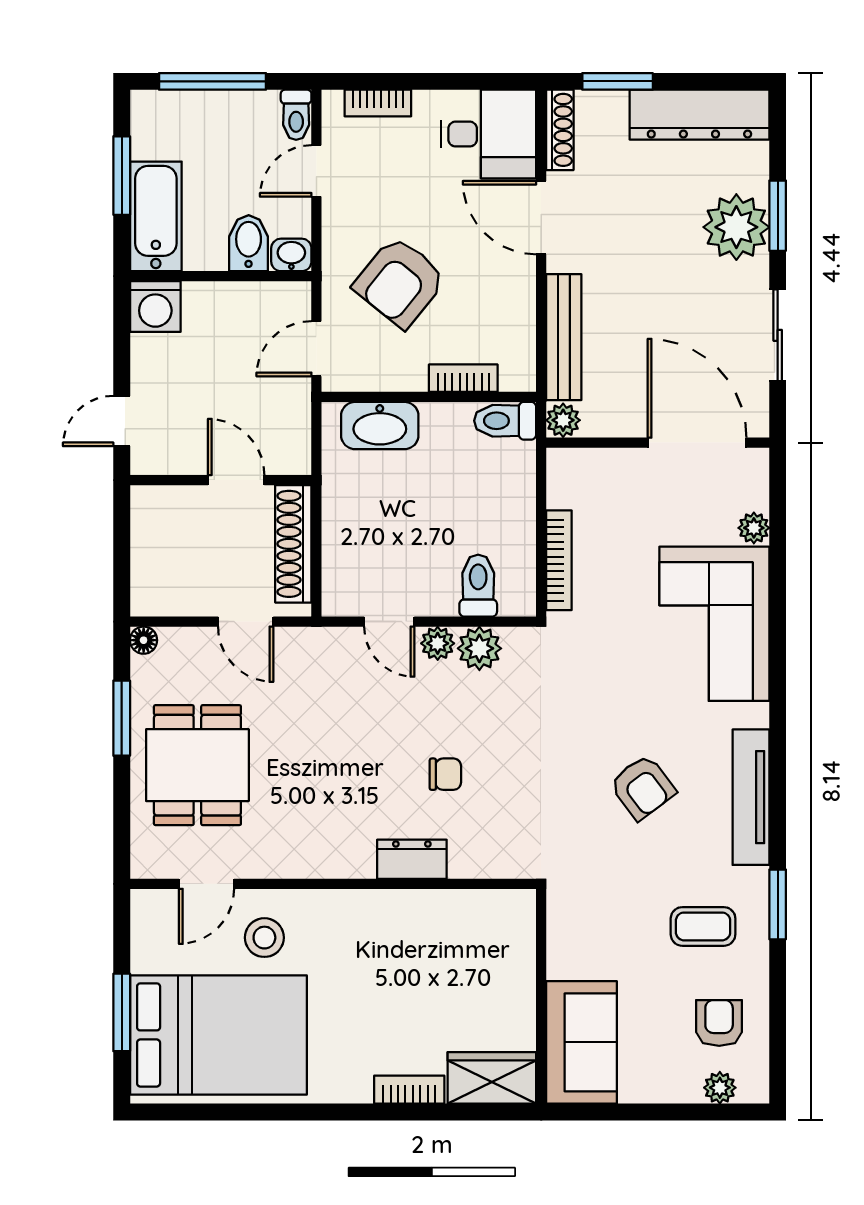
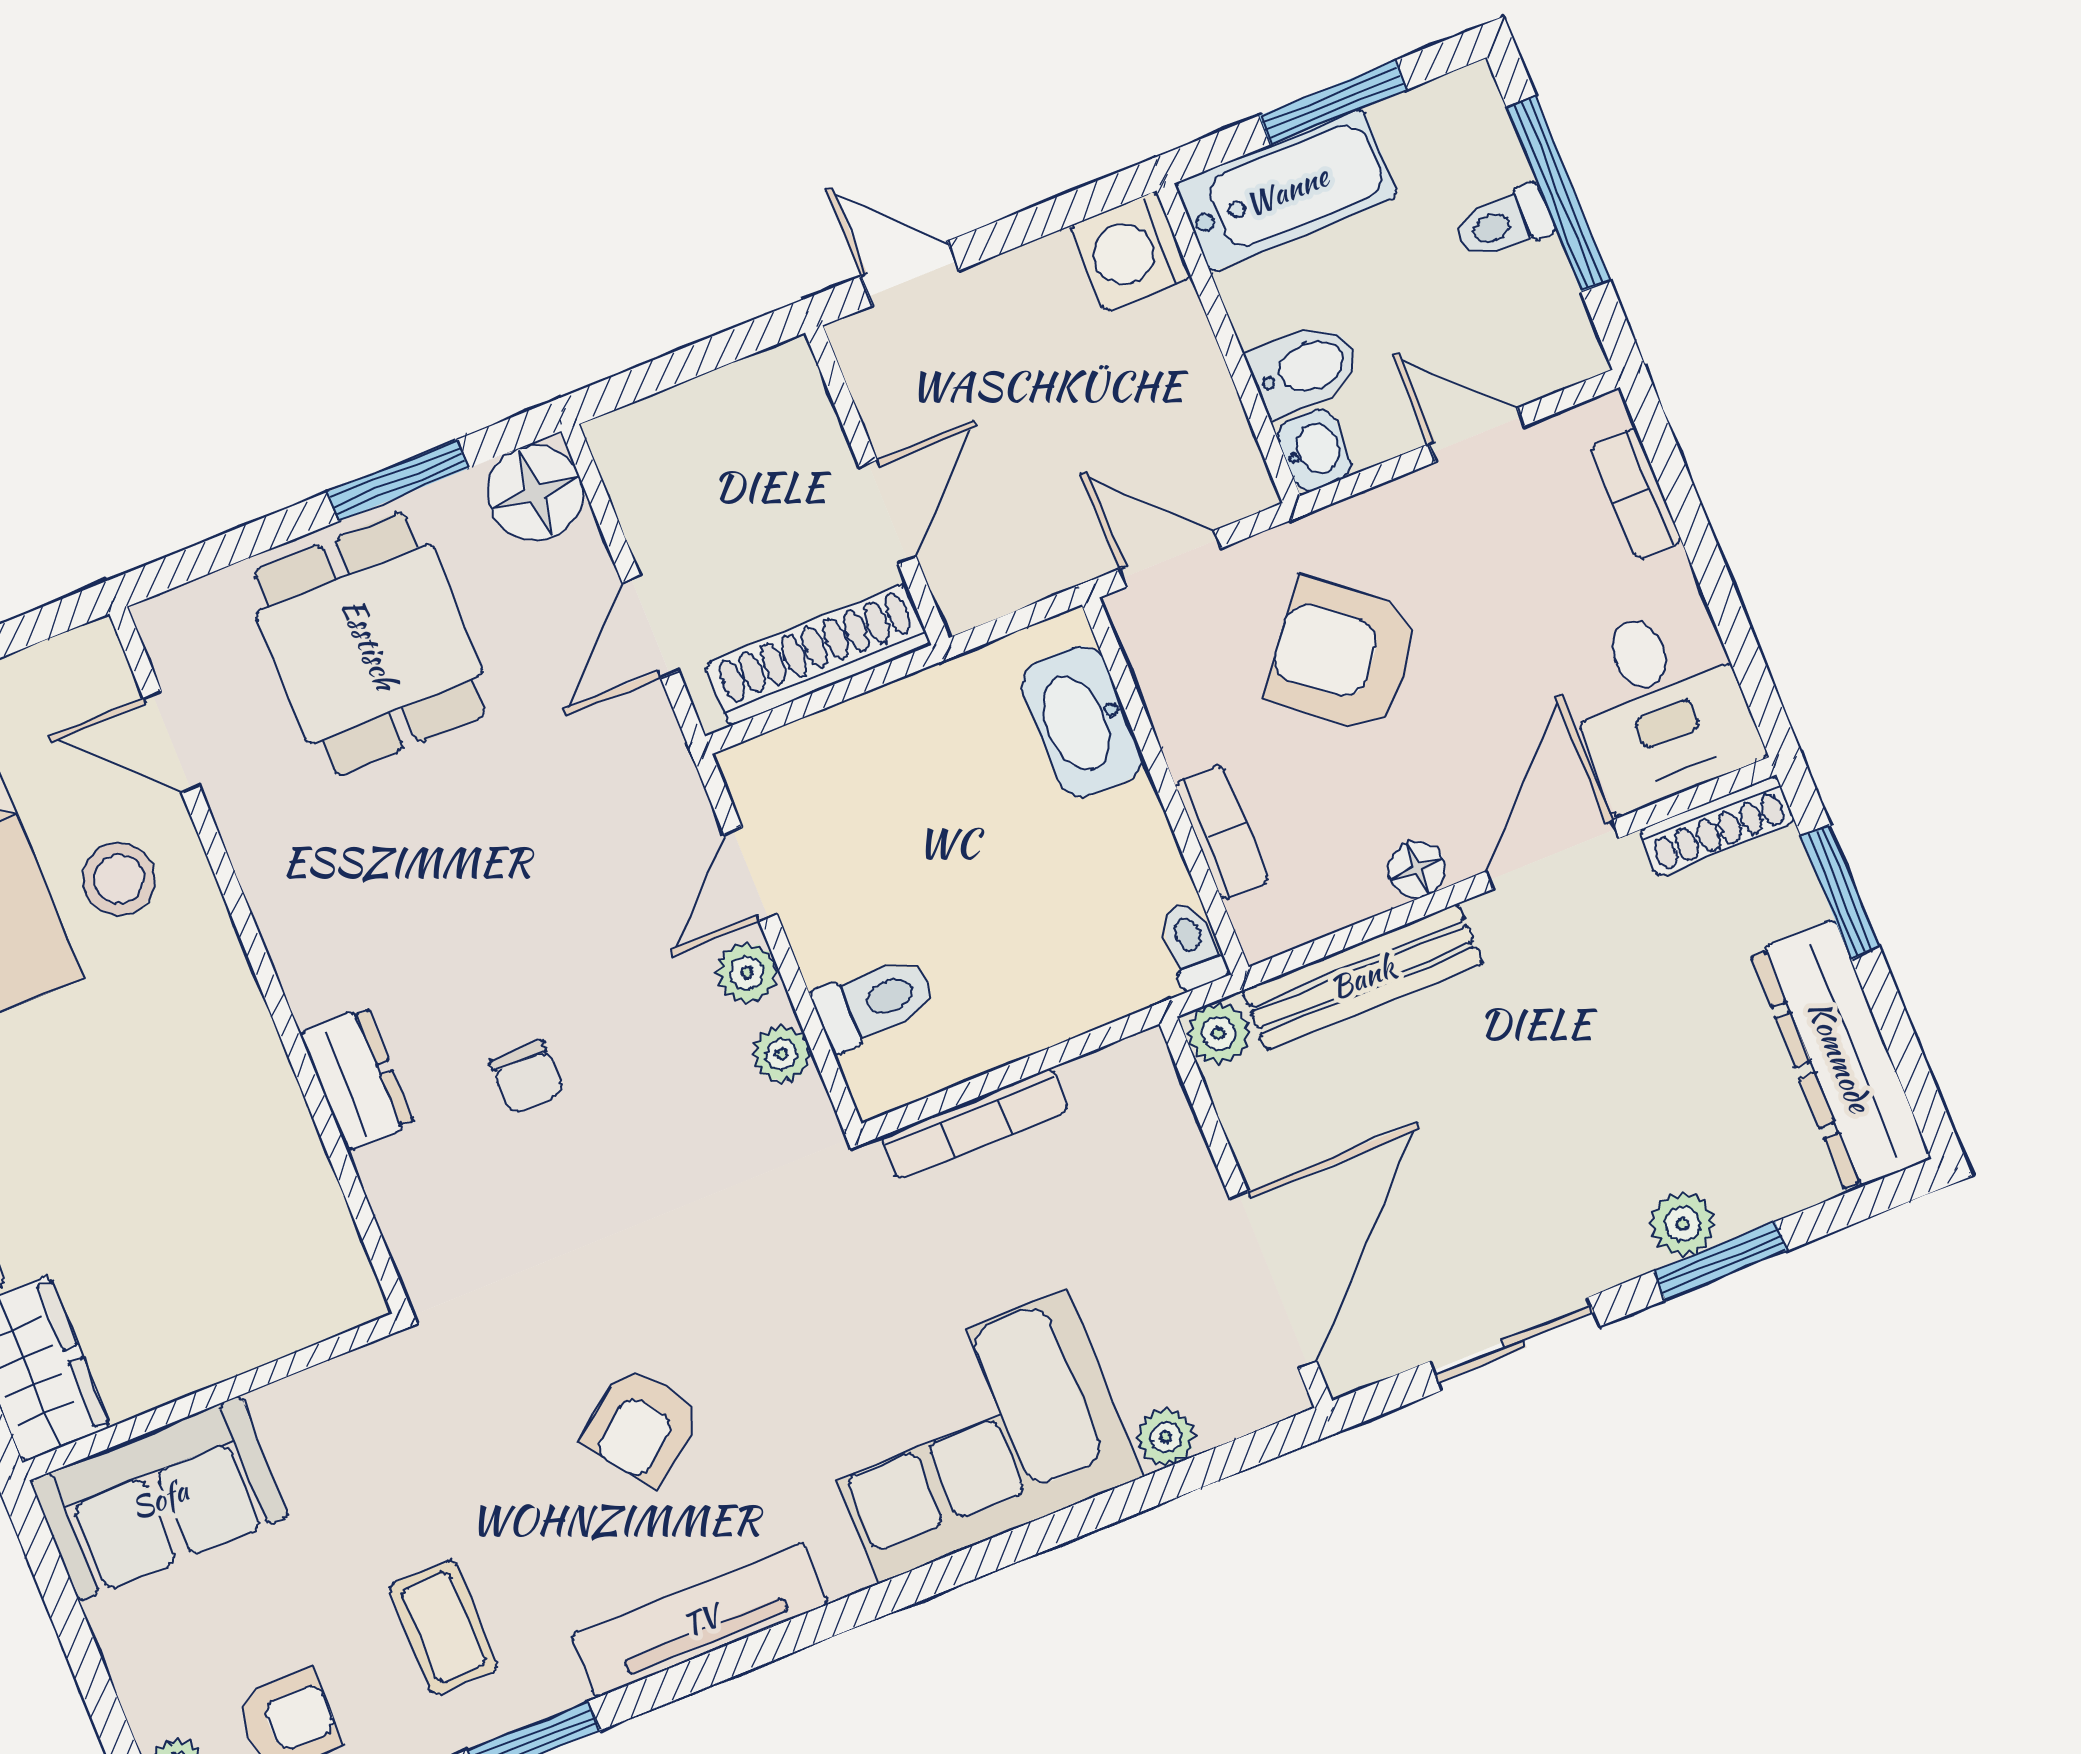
toilet: (296, 115) -> (1504, 223), moved
plant: (736, 227) -> (1683, 1224), width x0.53, depth x0.53
floor lamp: (521, 288) -> (1417, 869), added
toilet: (505, 421) -> (1192, 945), width x0.73, depth x0.72
floor lamp: (144, 640) -> (535, 493), width x1.89, depth x1.89
plant: (479, 648) -> (782, 1054), width x0.73, depth x0.73
dining table: (197, 765) -> (370, 644), turned 90

